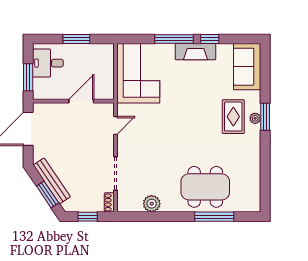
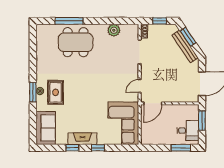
window: (76, 39) -> (181, 148), moved
window: (174, 39) -> (98, 148), width x0.46
door: (81, 101) -> (153, 103), moved

